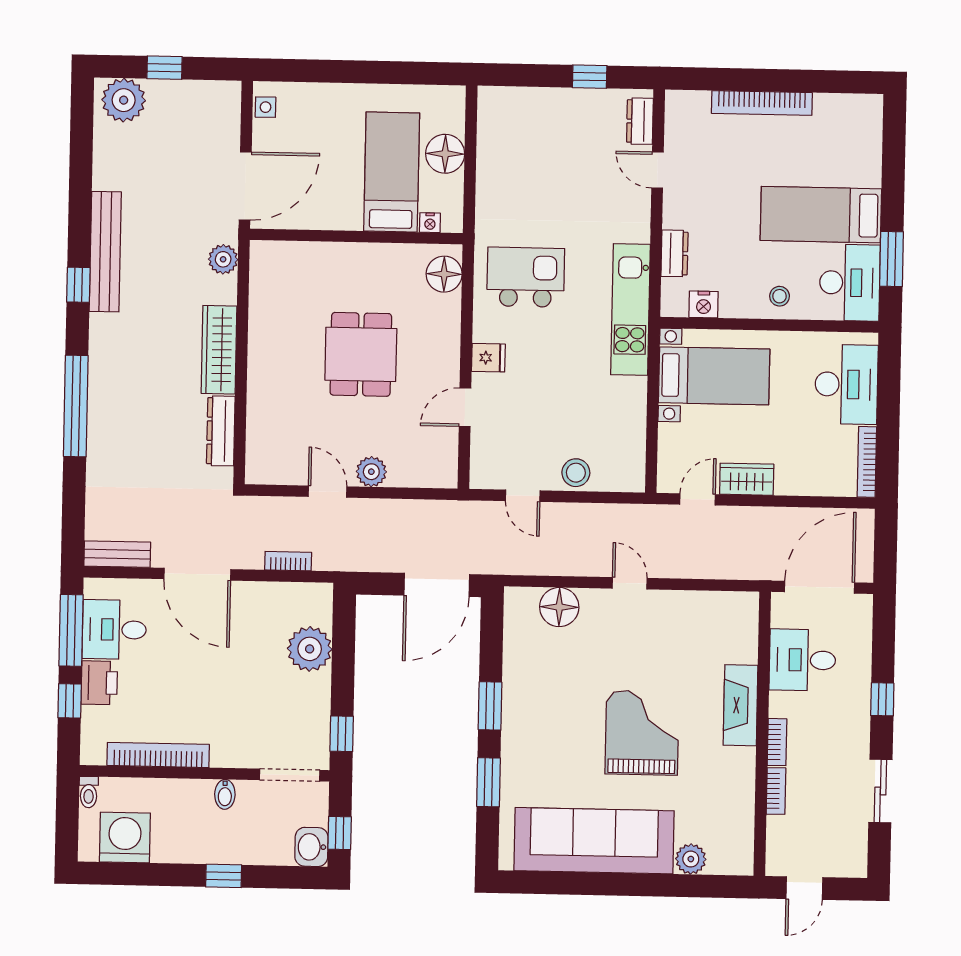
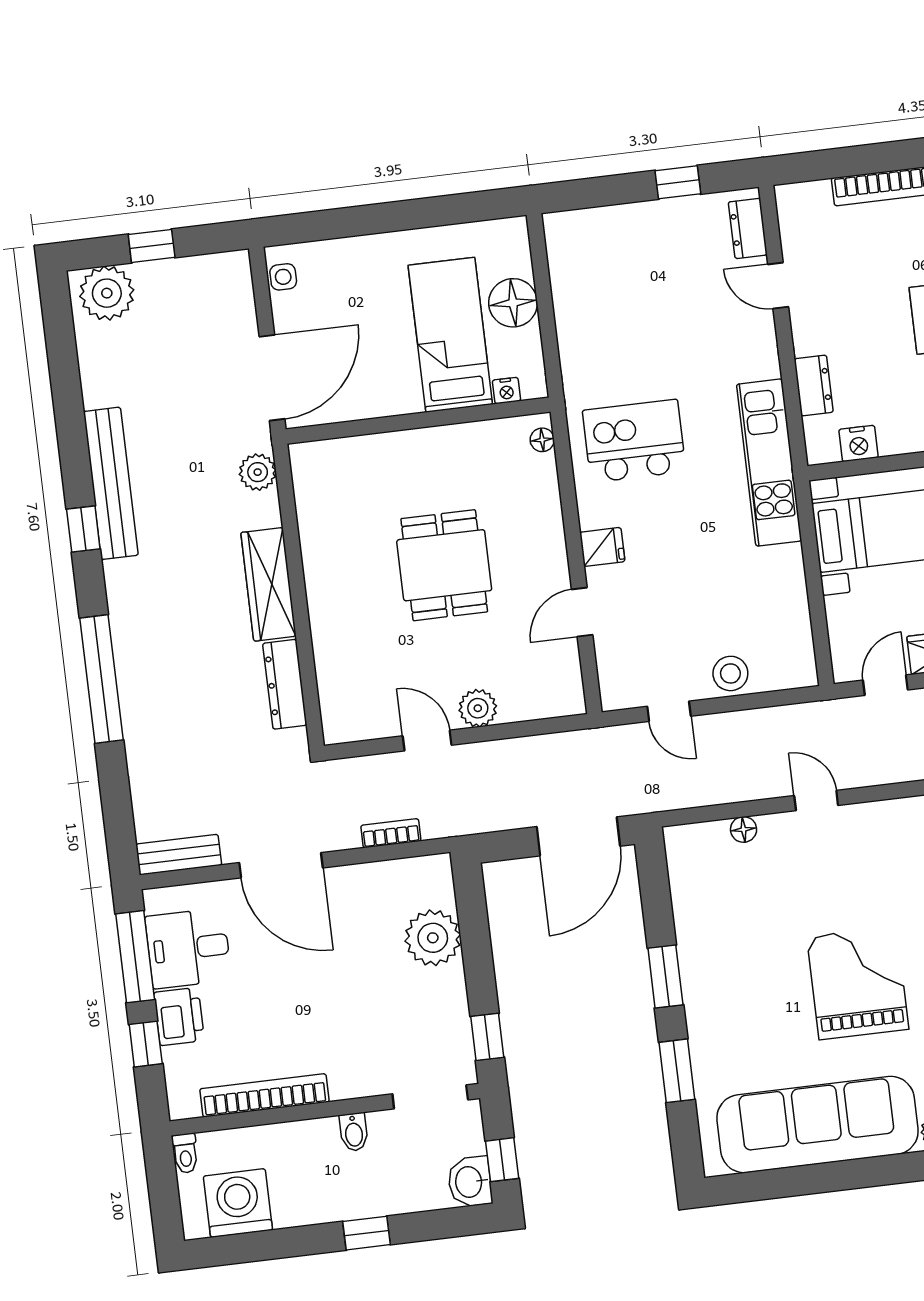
floor lamp: (444, 274) -> (542, 440), width x0.53, depth x0.53
floor lamp: (559, 607) -> (744, 829), width x0.53, depth x0.53

